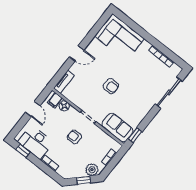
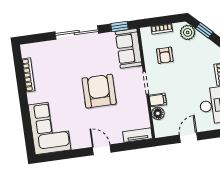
armchair: (111, 86) -> (99, 91), width x1.88, depth x1.88
sliding door: (169, 93) -> (77, 33), moved
filing cabinet: (55, 100) -> (158, 100), moved
armchair: (74, 137) -> (165, 55), moved

